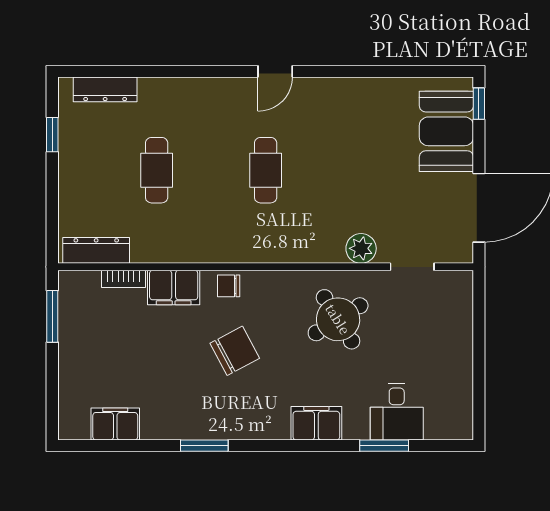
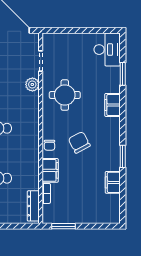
round table: (338, 319) -> (65, 95), turned 32
desk: (397, 412) -> (107, 50), moved, width x1.37
filing cabinet: (115, 424) -> (113, 182), moved

